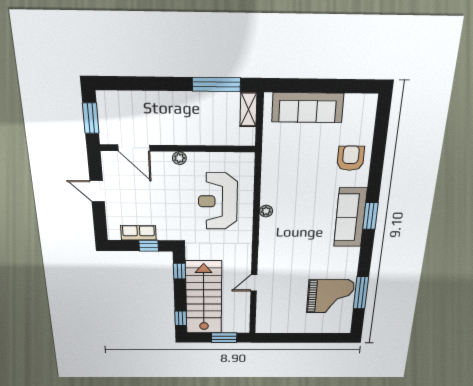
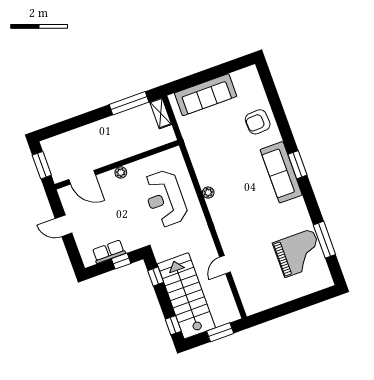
armchair: (351, 158) -> (258, 122), turned -93

